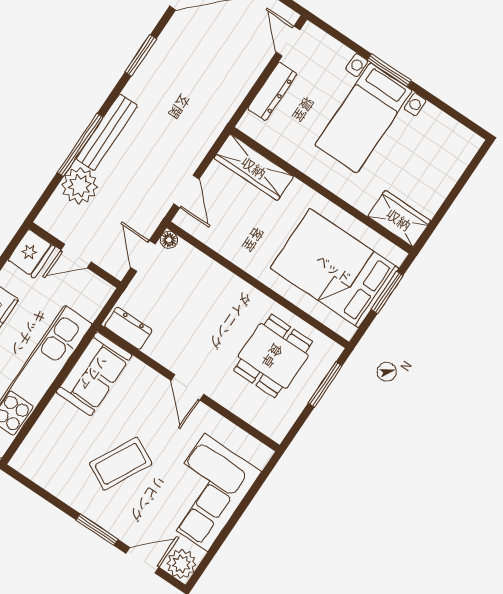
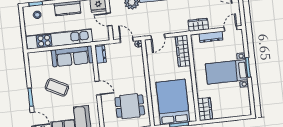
wardrobe: (229, 96) -> (198, 25), added
door: (143, 256) -> (127, 40), hinge flipped
sofa: (94, 374) -> (72, 56), width x1.36
door: (187, 387) -> (98, 88), swing flipped

